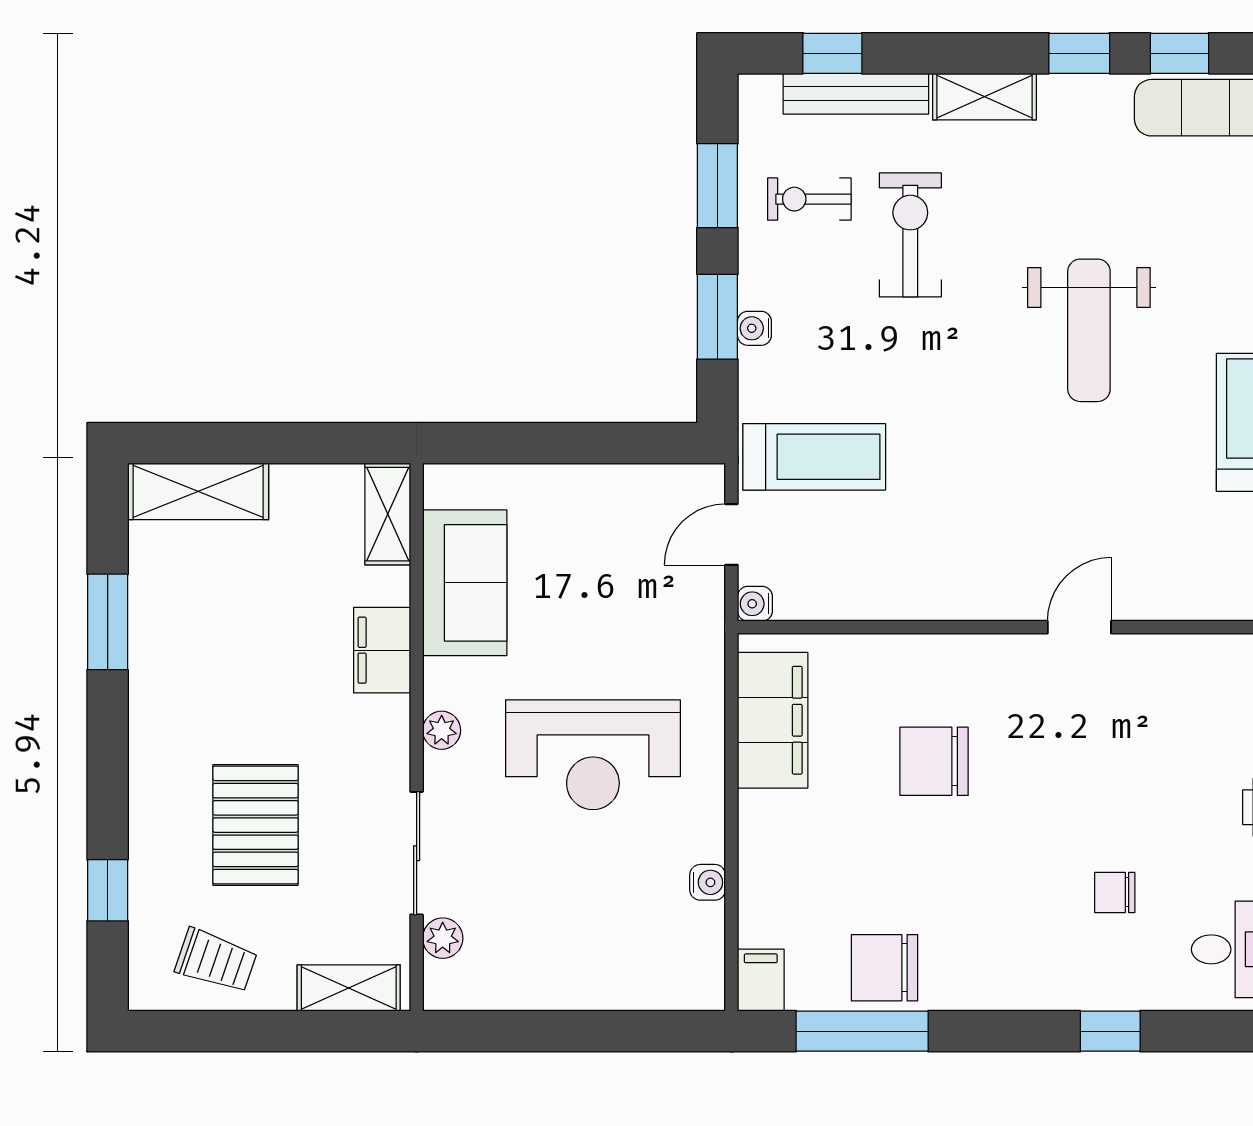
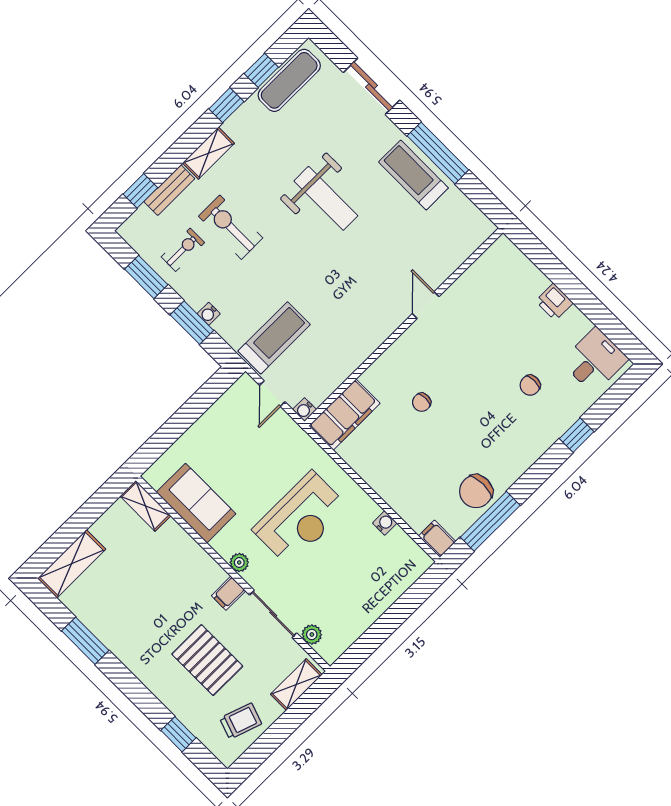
bench: (856, 94) -> (169, 190), width x0.73
exercise bike: (809, 199) -> (183, 250), turned 180
filing cabinet: (382, 650) -> (229, 593), moved, width x0.50
filing cabinet: (773, 720) -> (344, 415), moved, turned 90
chair: (934, 761) -> (422, 402), width x0.54, depth x0.54

